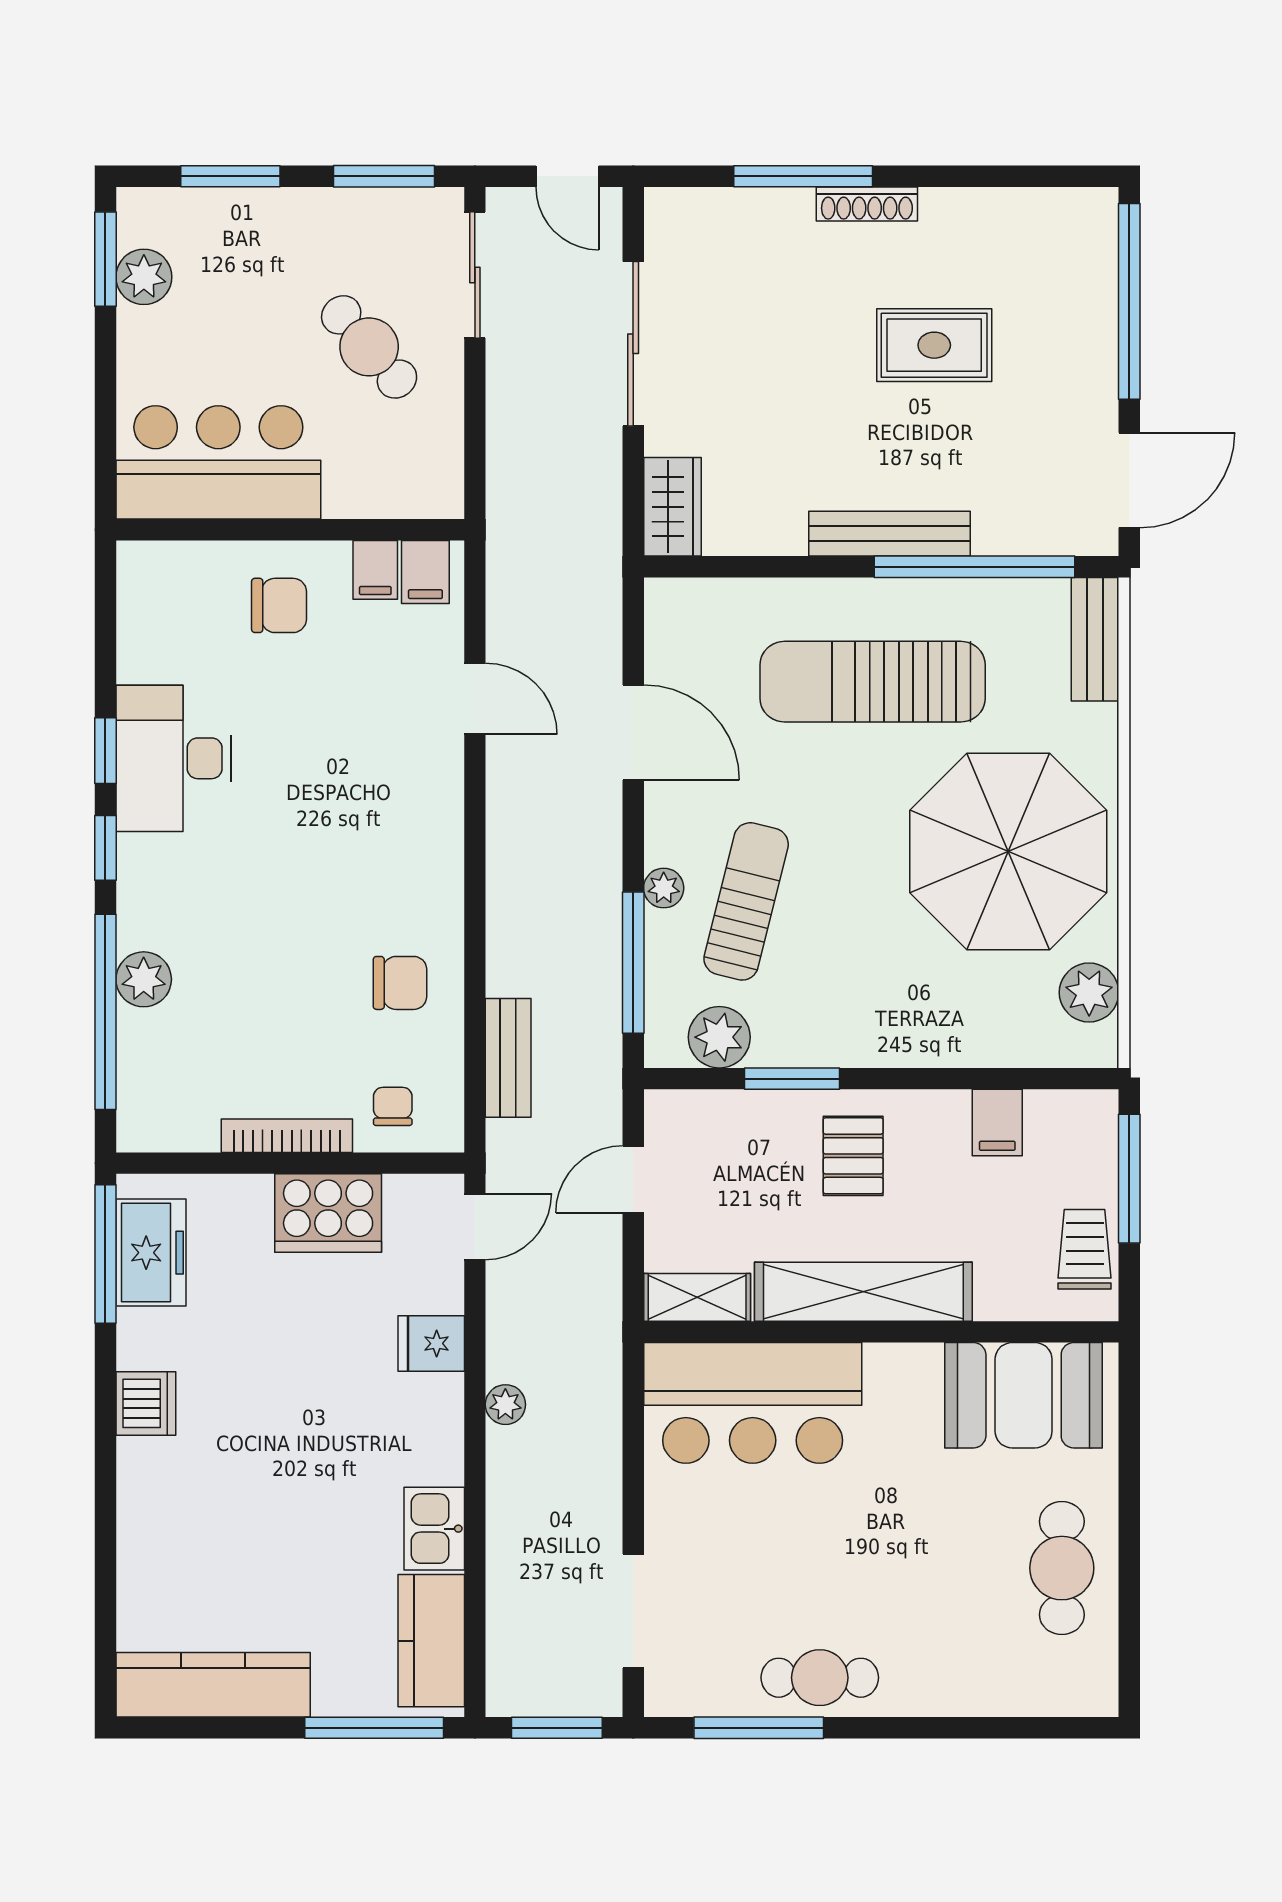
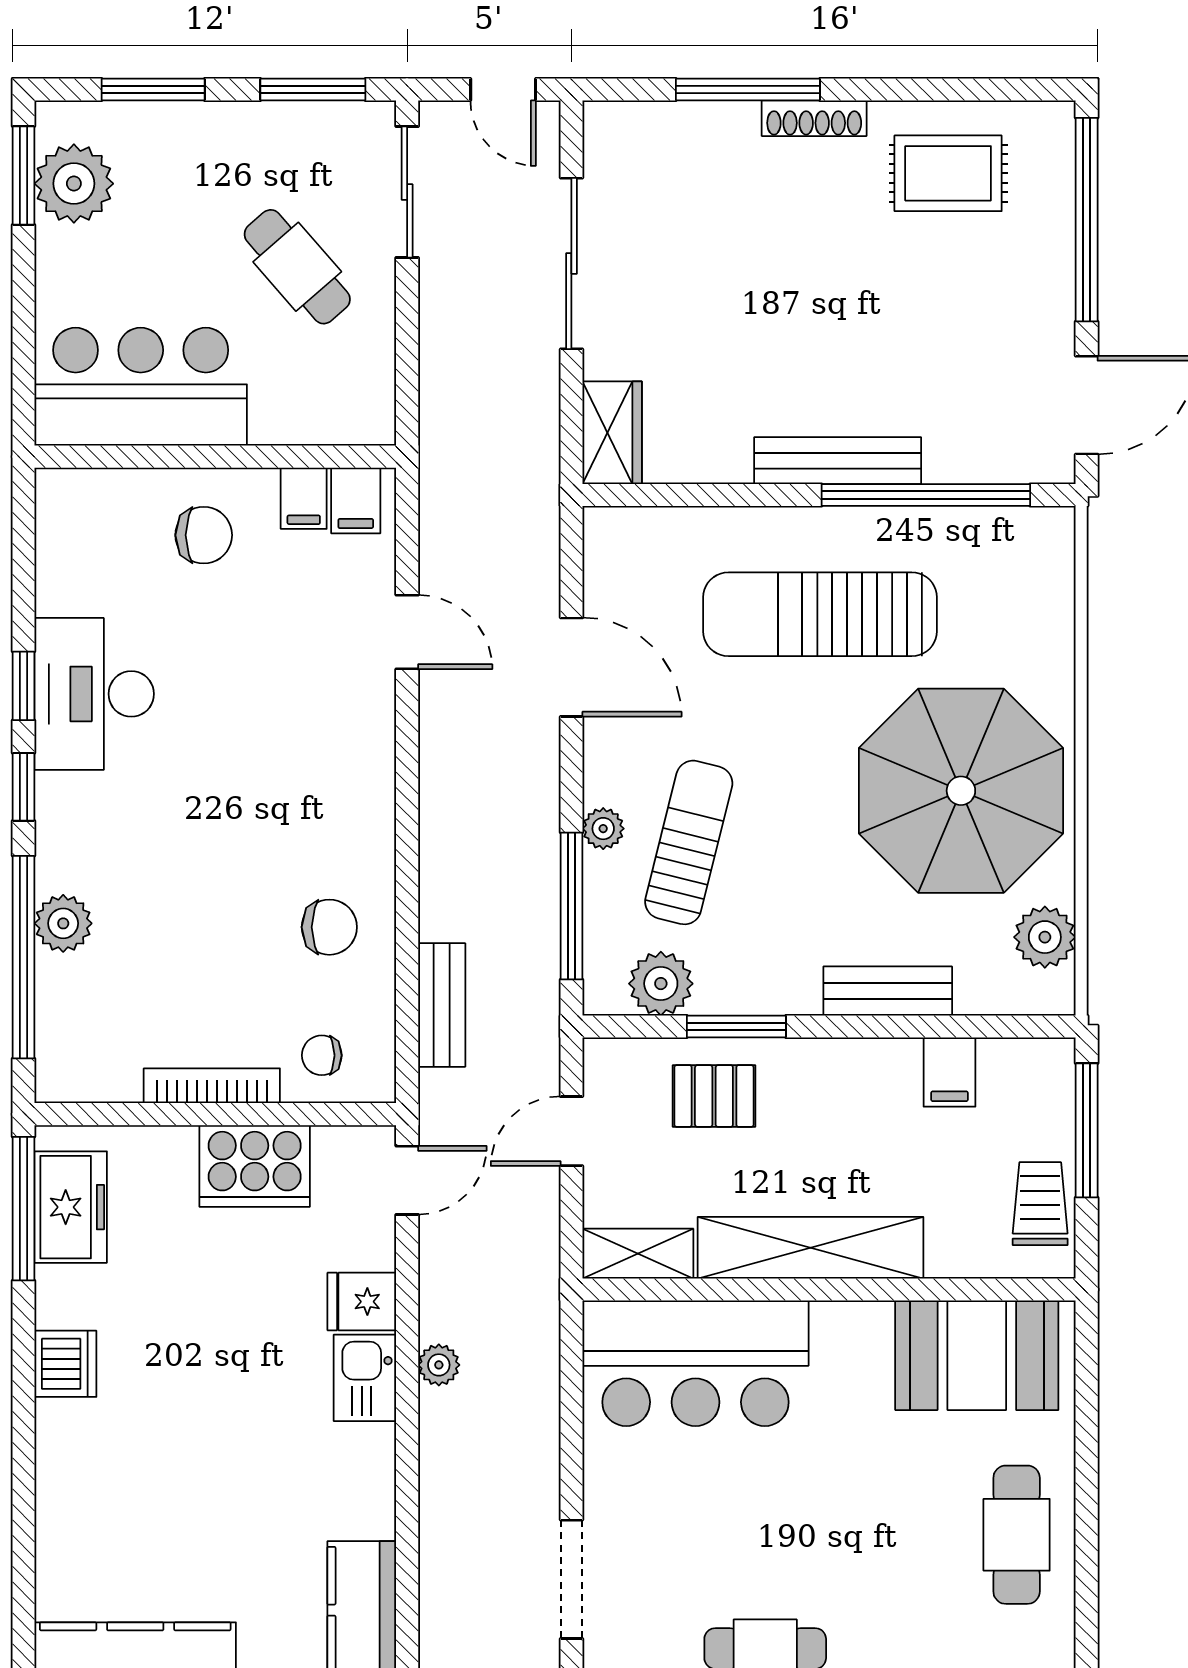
plant: (144, 277) -> (74, 184), width x1.36, depth x1.36
rug: (934, 345) -> (948, 173), moved
bench: (1095, 639) -> (888, 991), moved, turned 90
chair: (393, 1106) -> (322, 1055), turned -90
pallet: (853, 1156) -> (714, 1096), moved, turned 90
kitchen sink: (434, 1529) -> (365, 1378), moved

